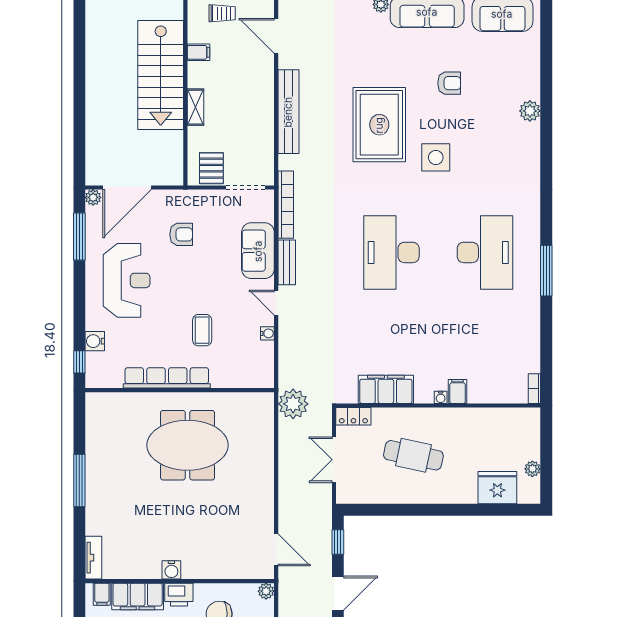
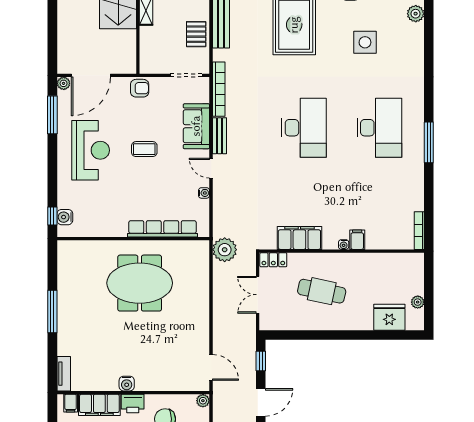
side table: (436, 157) -> (365, 42), moved
pallet: (211, 168) -> (196, 34), moved
armchair: (181, 234) -> (140, 88), moved
desk: (391, 252) -> (304, 128), turned 180
coffee table: (202, 330) -> (144, 149), moved, turned 90
water cooler: (95, 341) -> (65, 217), moved
row of seats: (167, 378) -> (162, 229), moved
bookcase: (534, 389) -> (419, 231), width x1.56

